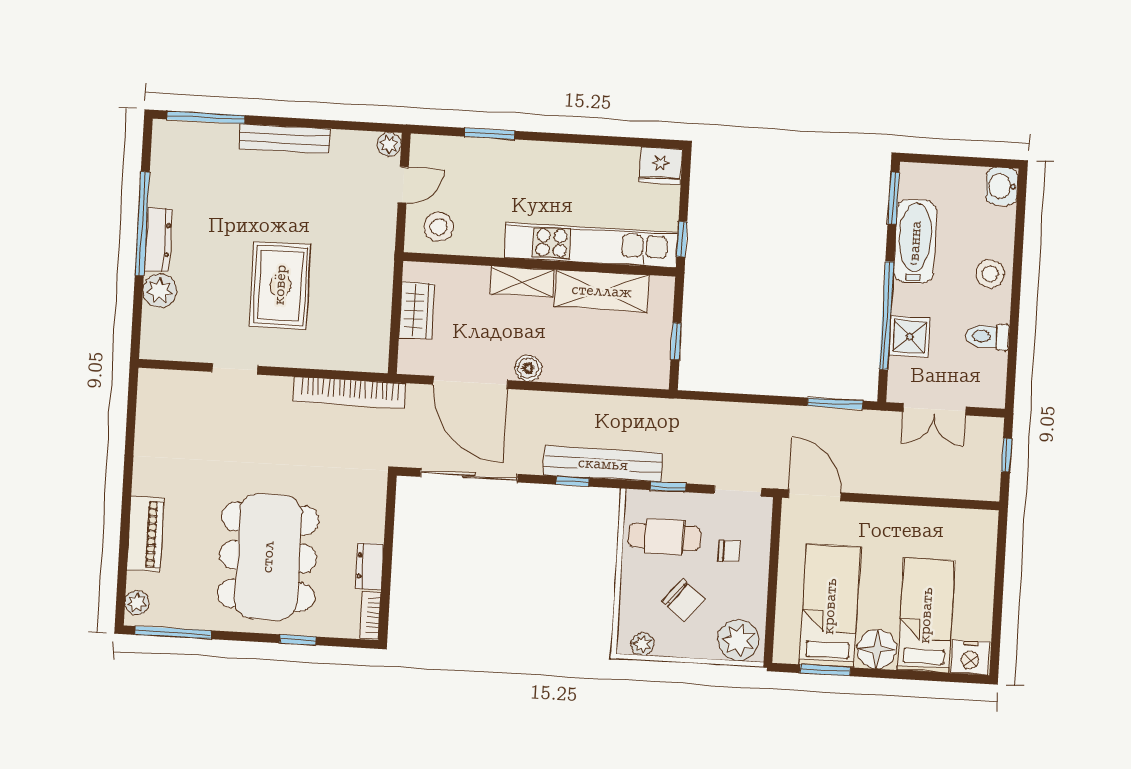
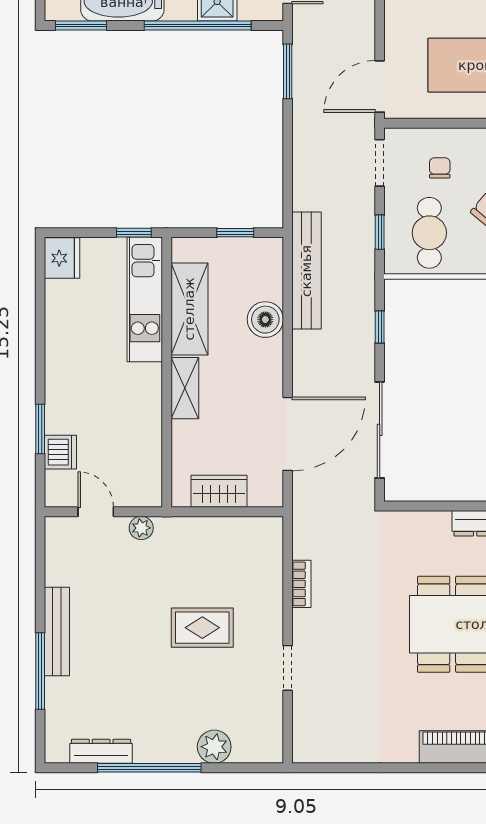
window: (206, 117) -> (40, 671), moved
plant: (389, 144) -> (141, 528), moved
dishwasher: (465, 153) -> (60, 452), added
stool: (439, 227) -> (135, 474), removed
dresser: (158, 240) -> (101, 751), moved
kitchen unit: (591, 245) -> (145, 299), width x0.73
rug: (280, 285) -> (202, 628), width x0.73, depth x0.70
boiler: (528, 368) -> (265, 320), moved, width x1.36, depth x1.36
bookcase: (350, 392) -> (301, 584), width x0.43, depth x0.76
bench: (603, 464) -> (306, 271), moved

